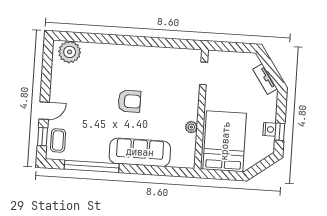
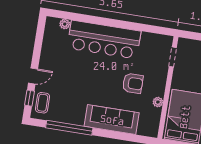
plant: (70, 52) -> (65, 24), width x0.53, depth x0.53
bar counter: (122, 61) -> (104, 40), added
armchair: (129, 101) -> (133, 83), moved

